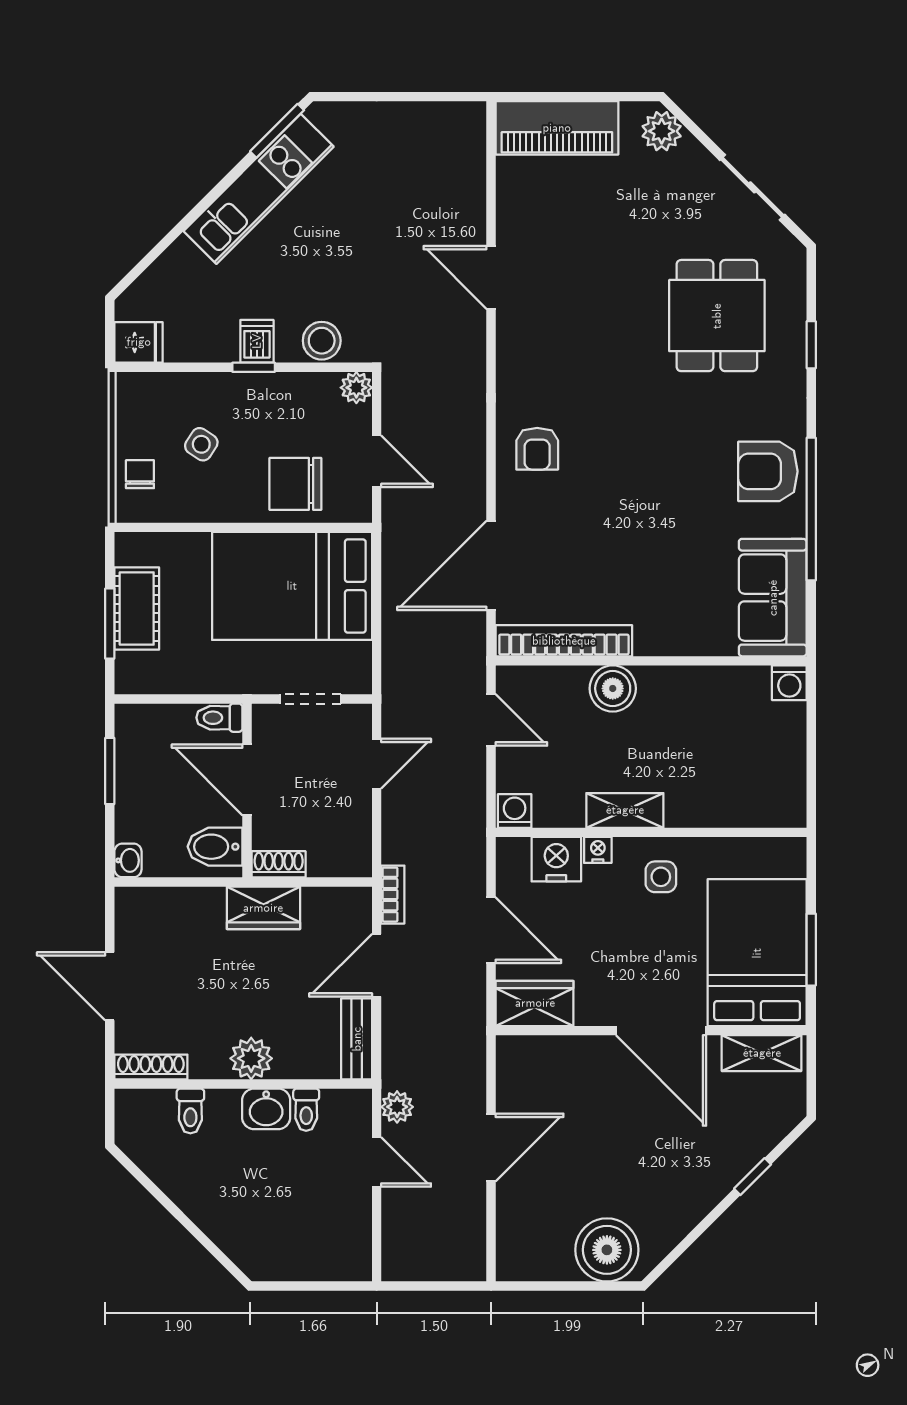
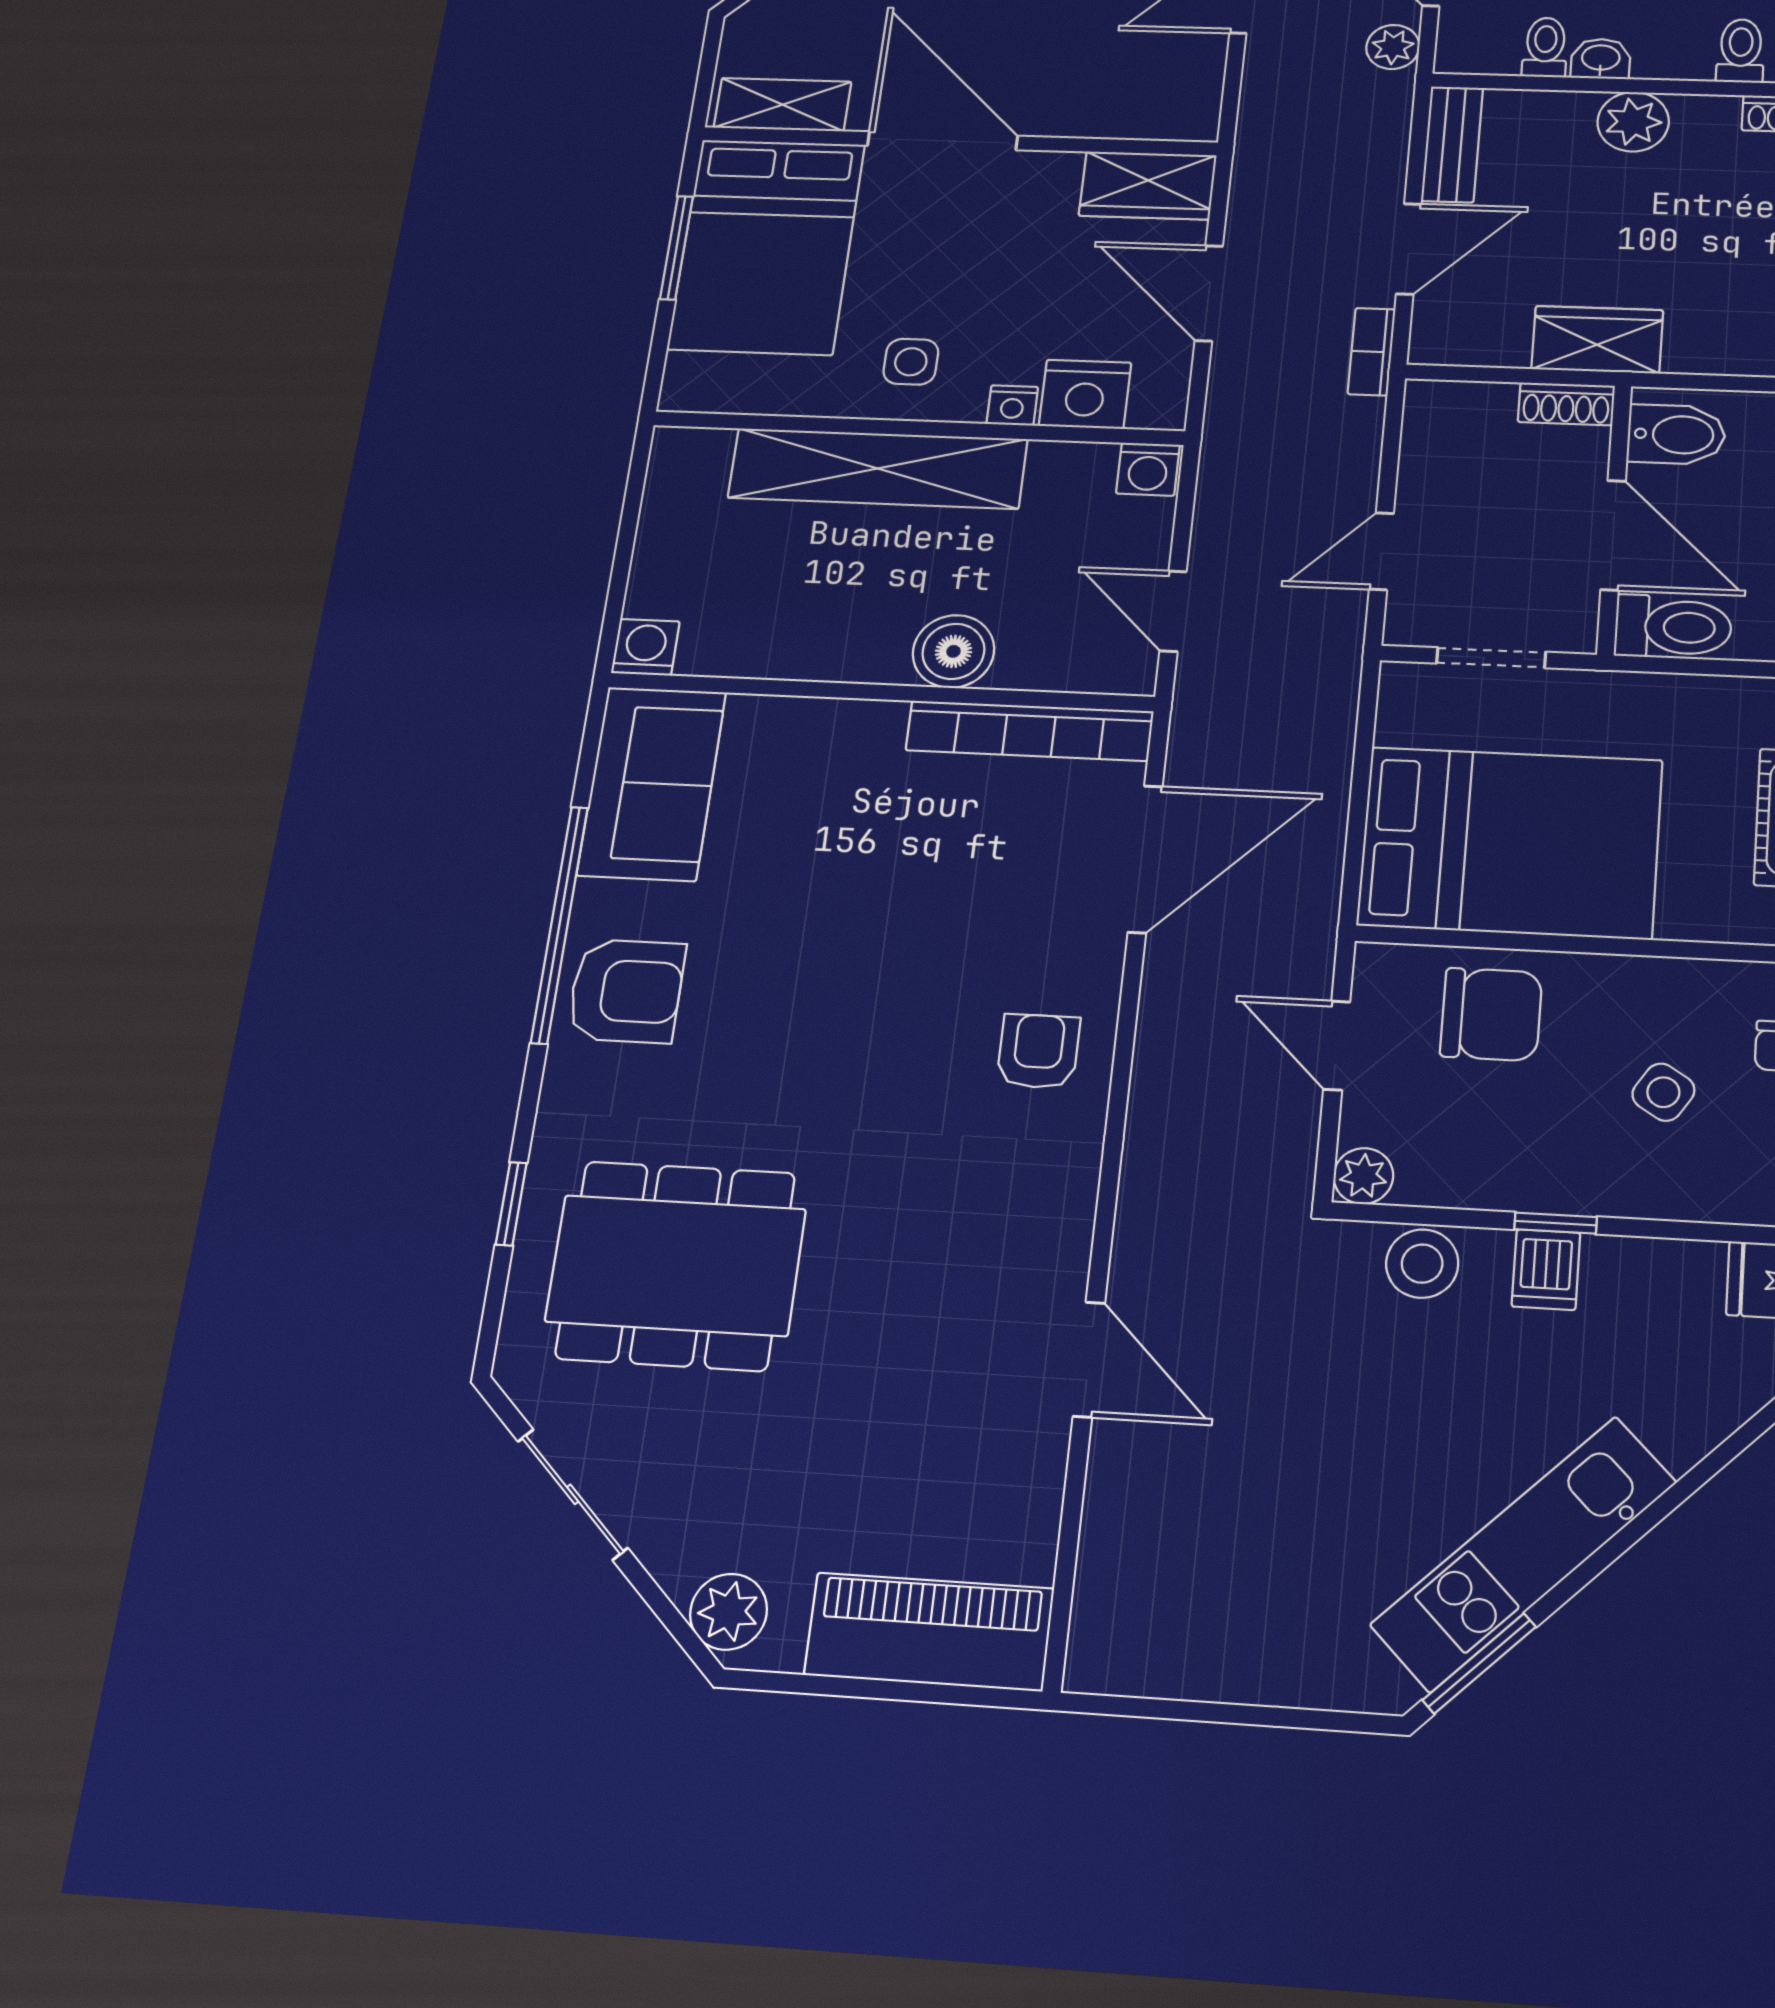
dining table: (717, 316) -> (676, 1265), width x1.38
toilet: (219, 718) -> (1673, 627), width x1.37, depth x1.39
shelving: (625, 810) -> (878, 469), width x2.20, depth x1.33
washbasin: (266, 1109) -> (1601, 59), width x0.72, depth x0.69

